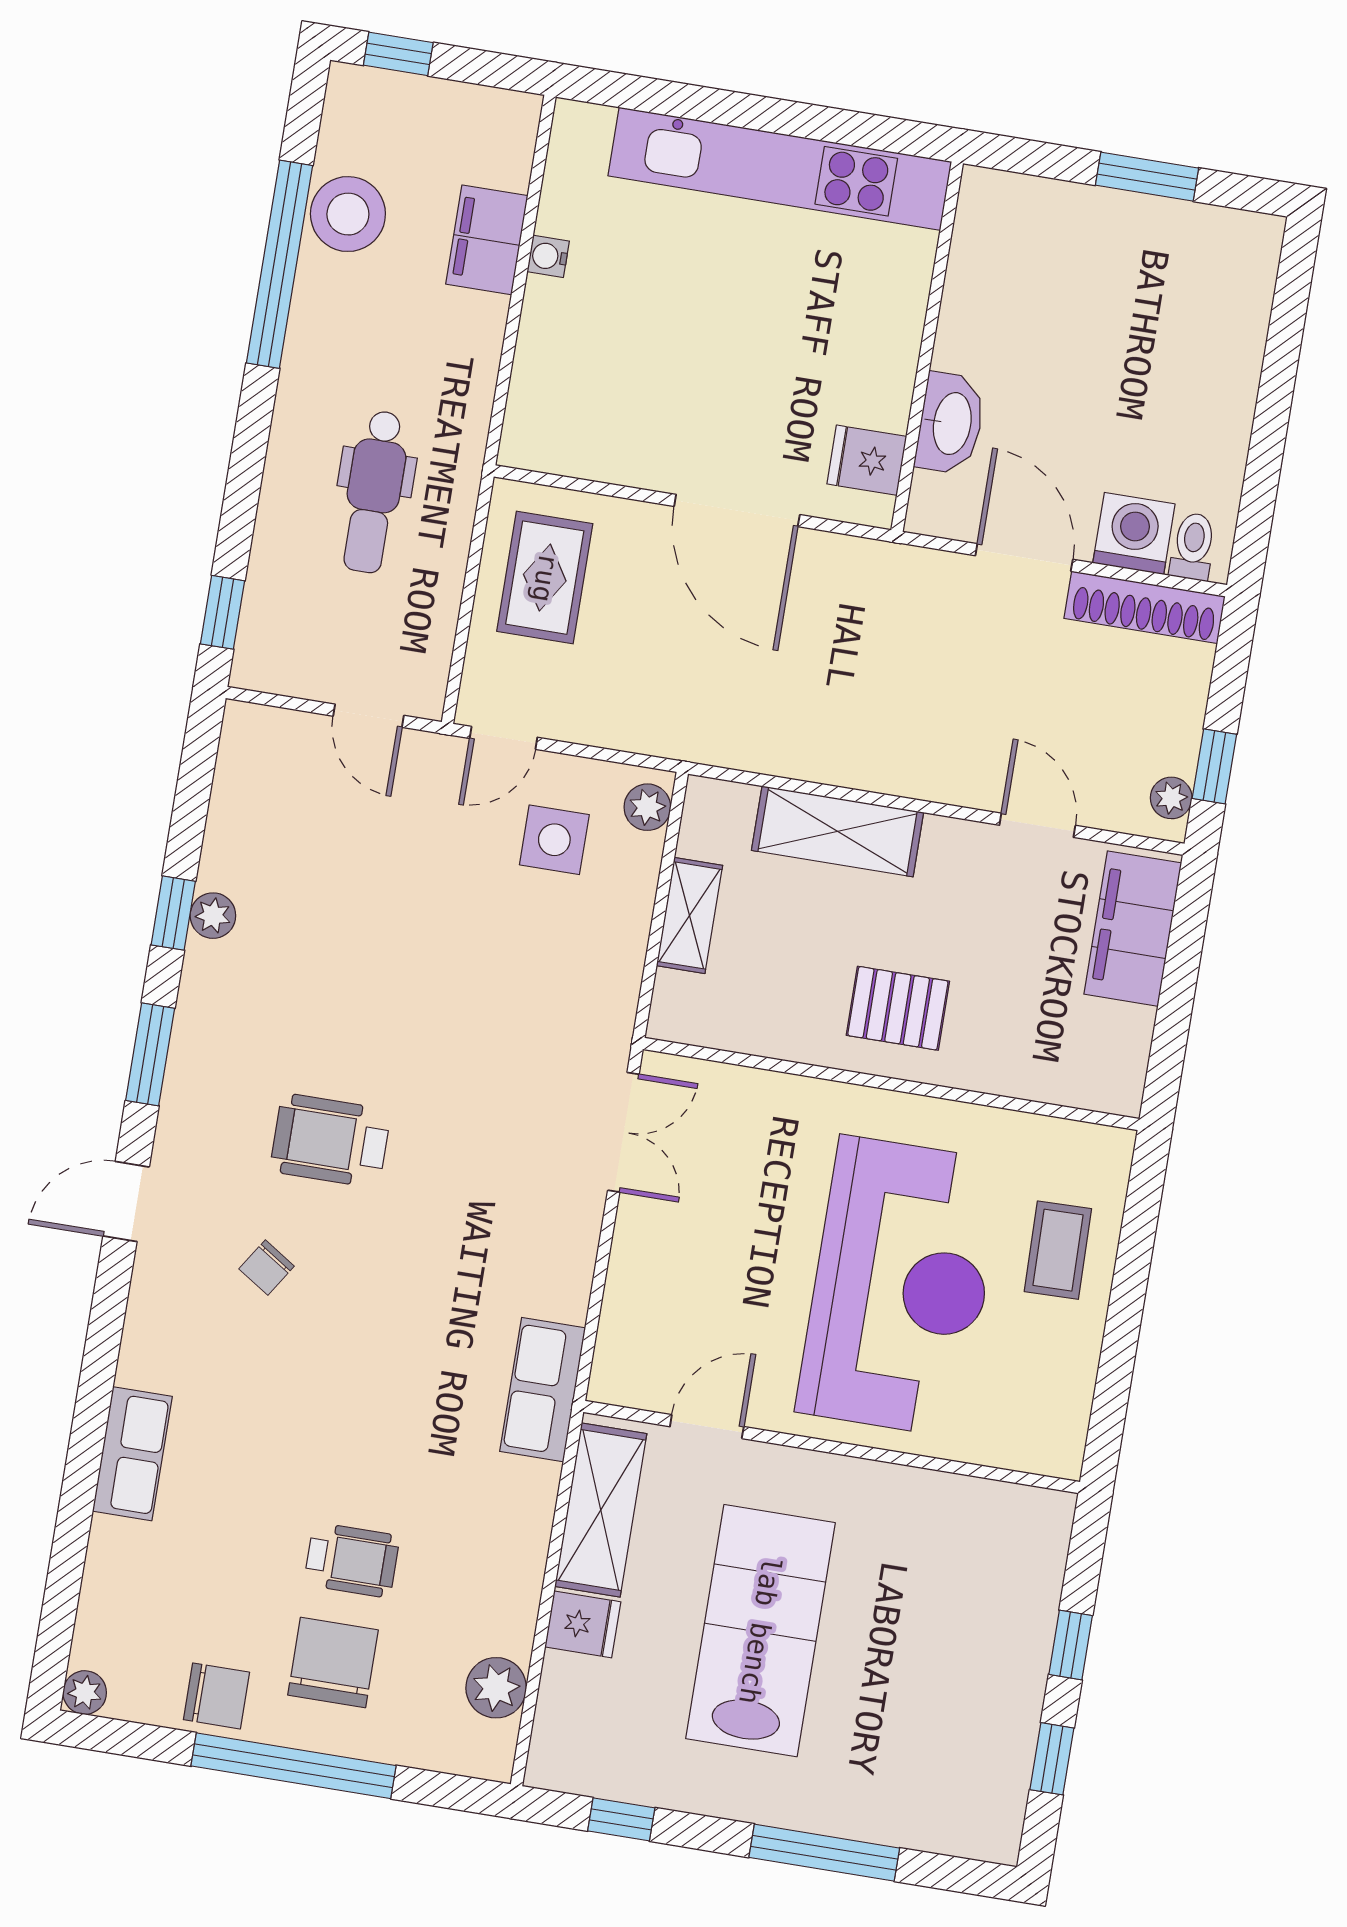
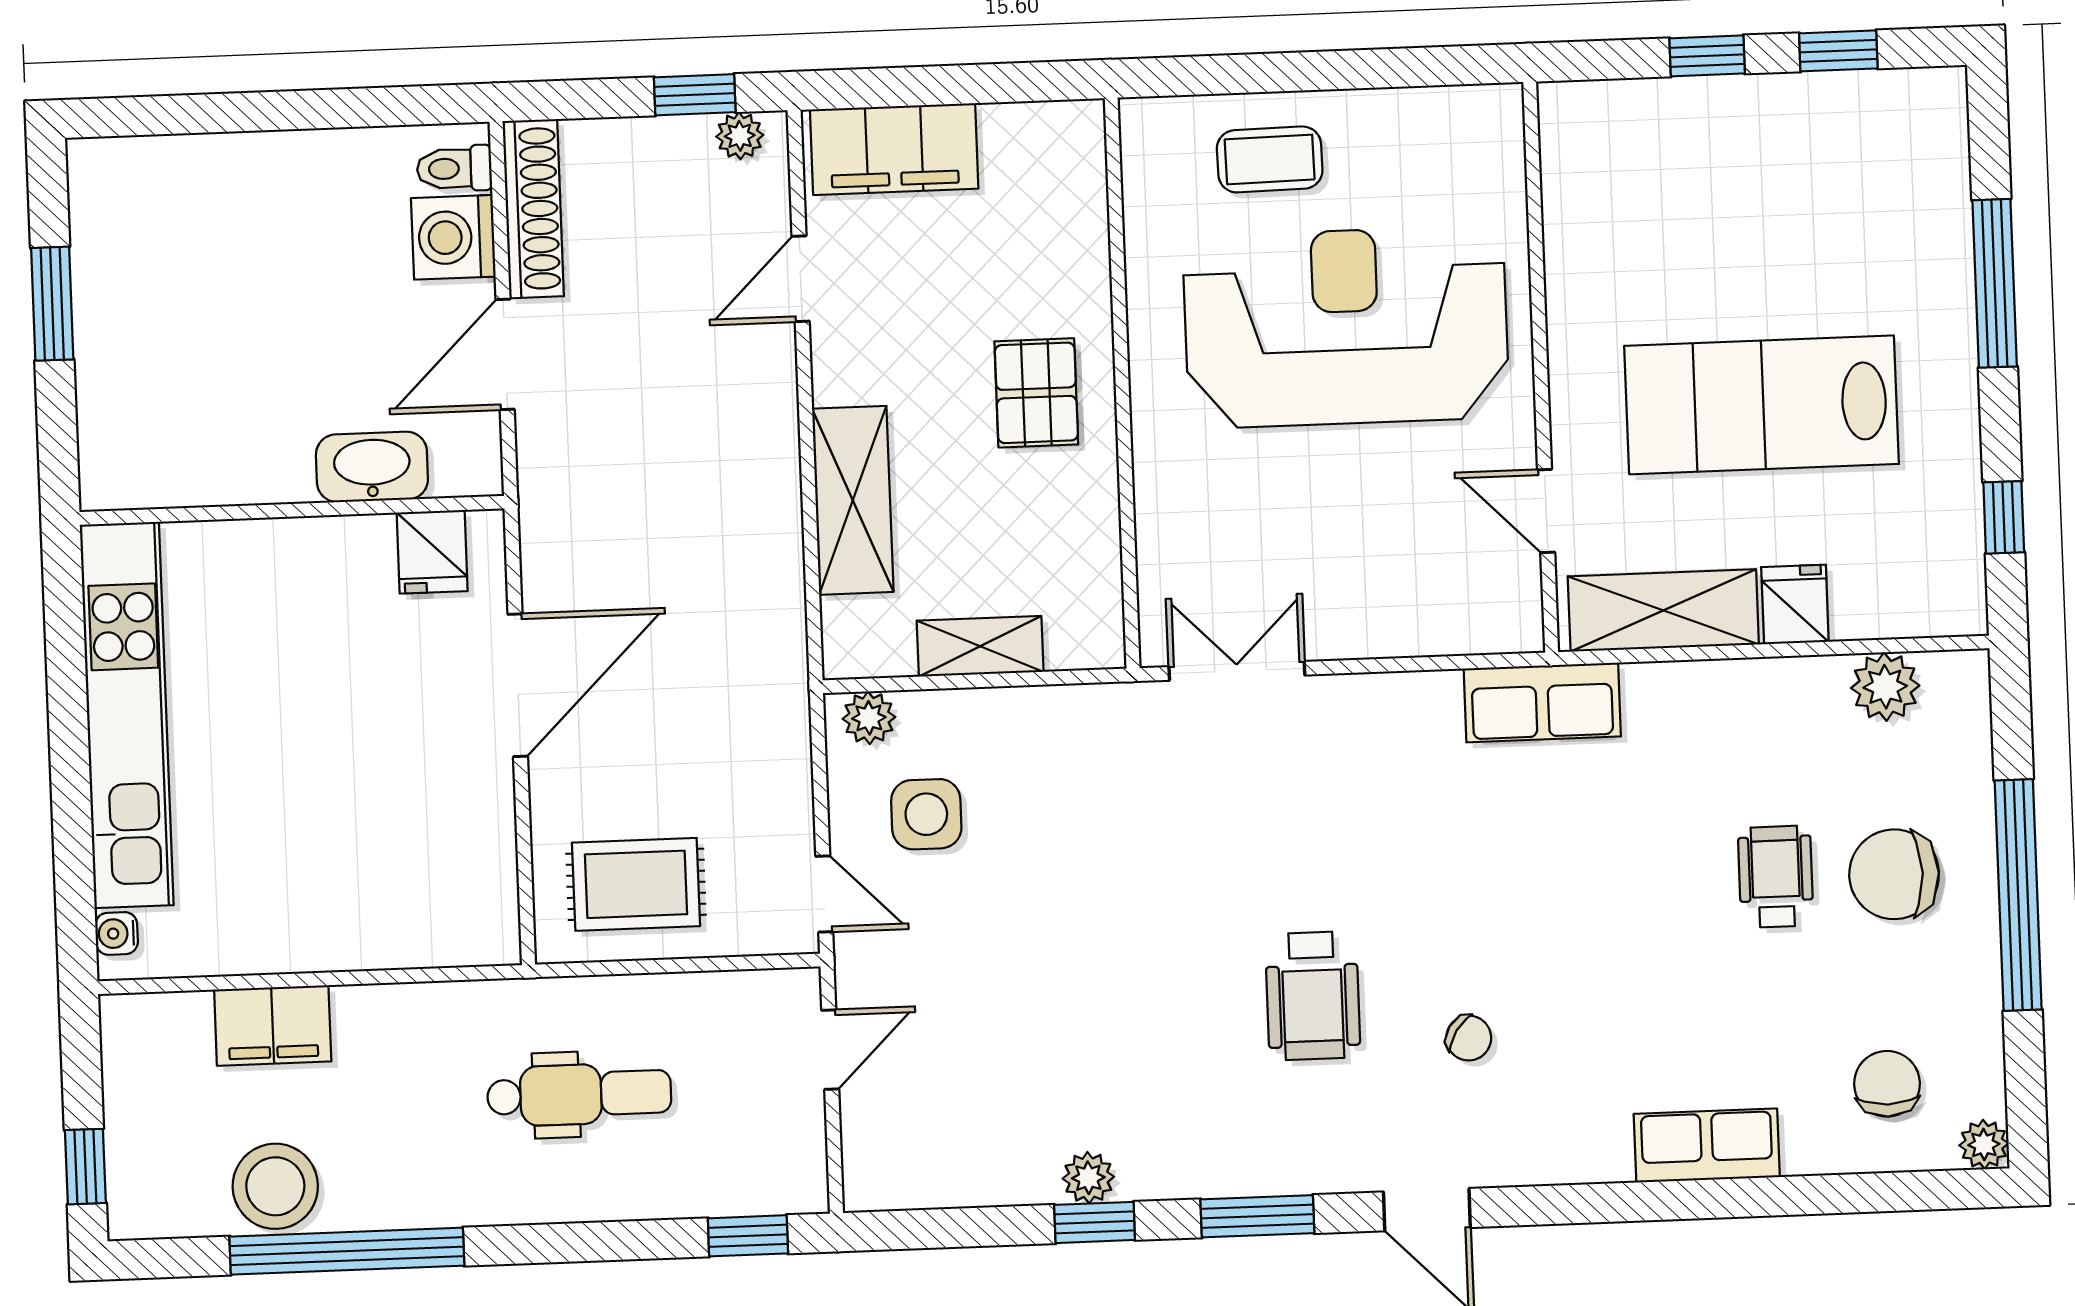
water cooler: (548, 256) -> (117, 933), moved, turned 90
chair: (216, 1696) -> (1887, 1084), moved

